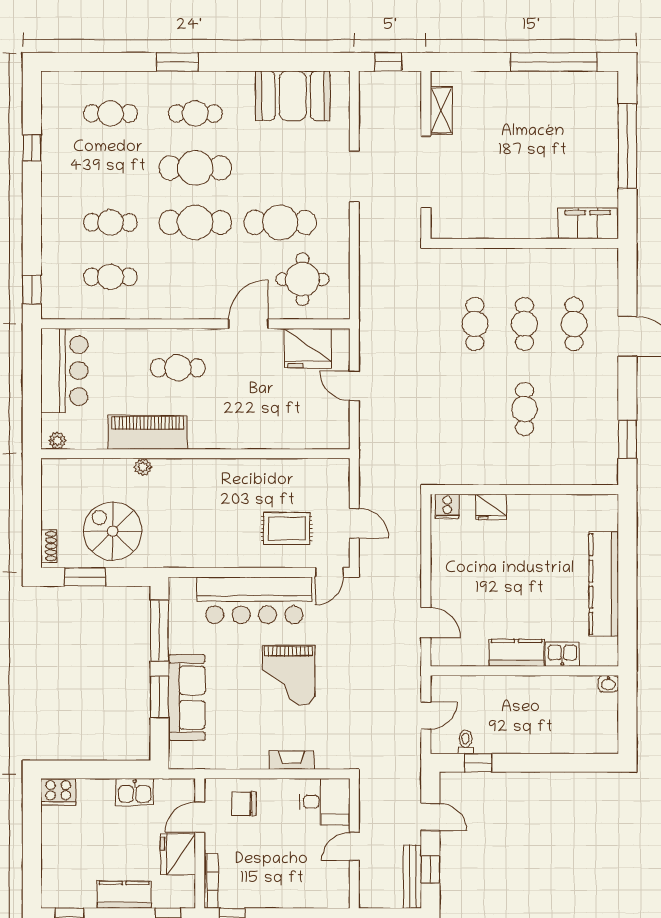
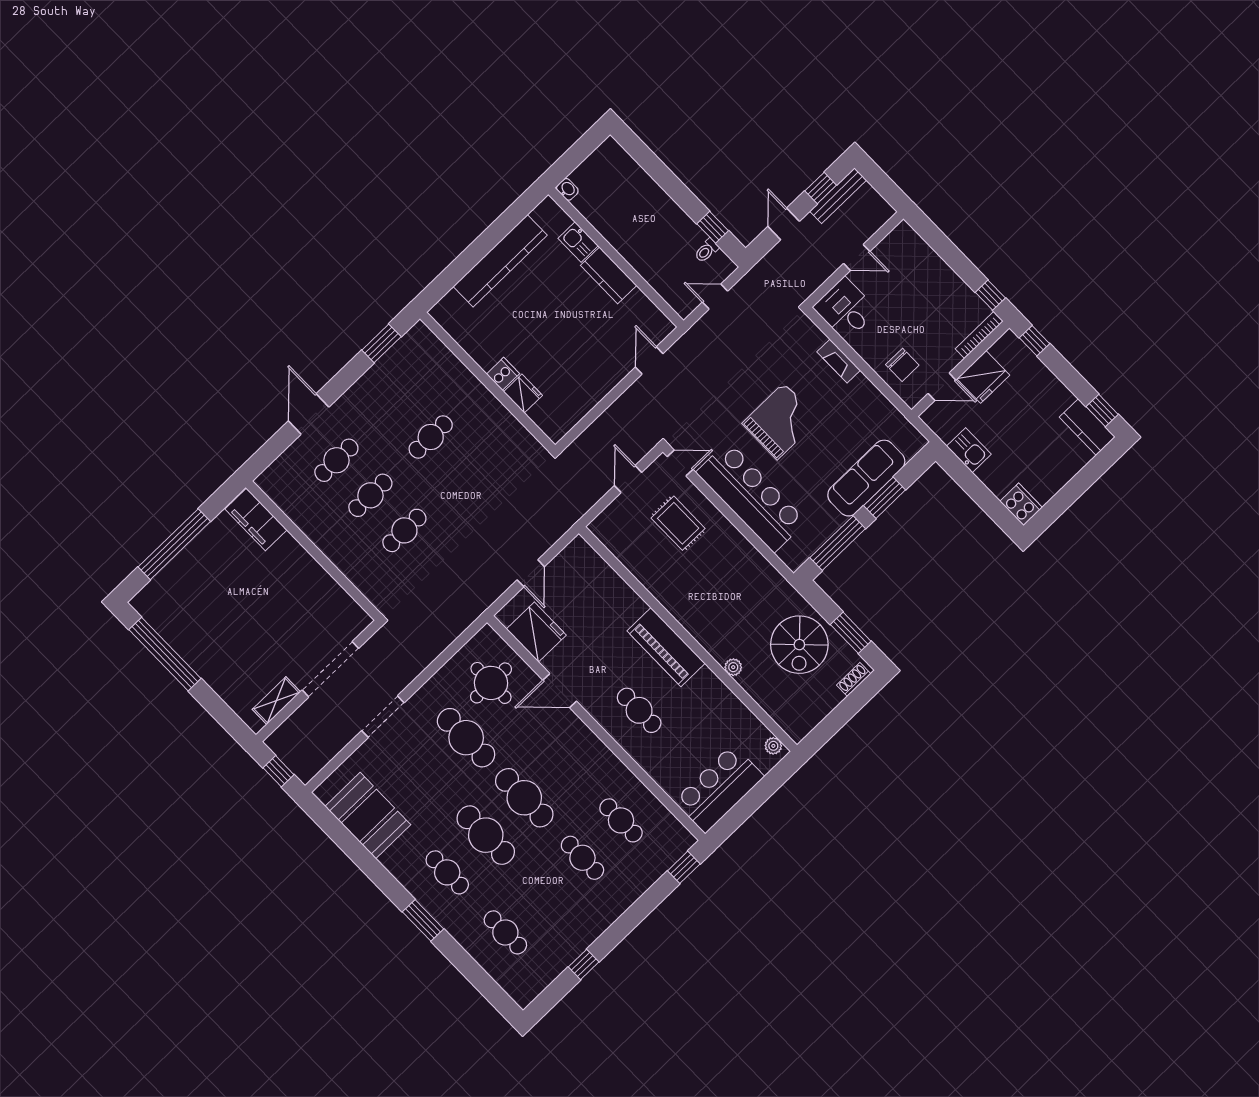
piano: (148, 432) -> (666, 647), moved
cooker: (447, 506) -> (503, 374), moved
kitchen counter: (124, 895) -> (1087, 427), moved

